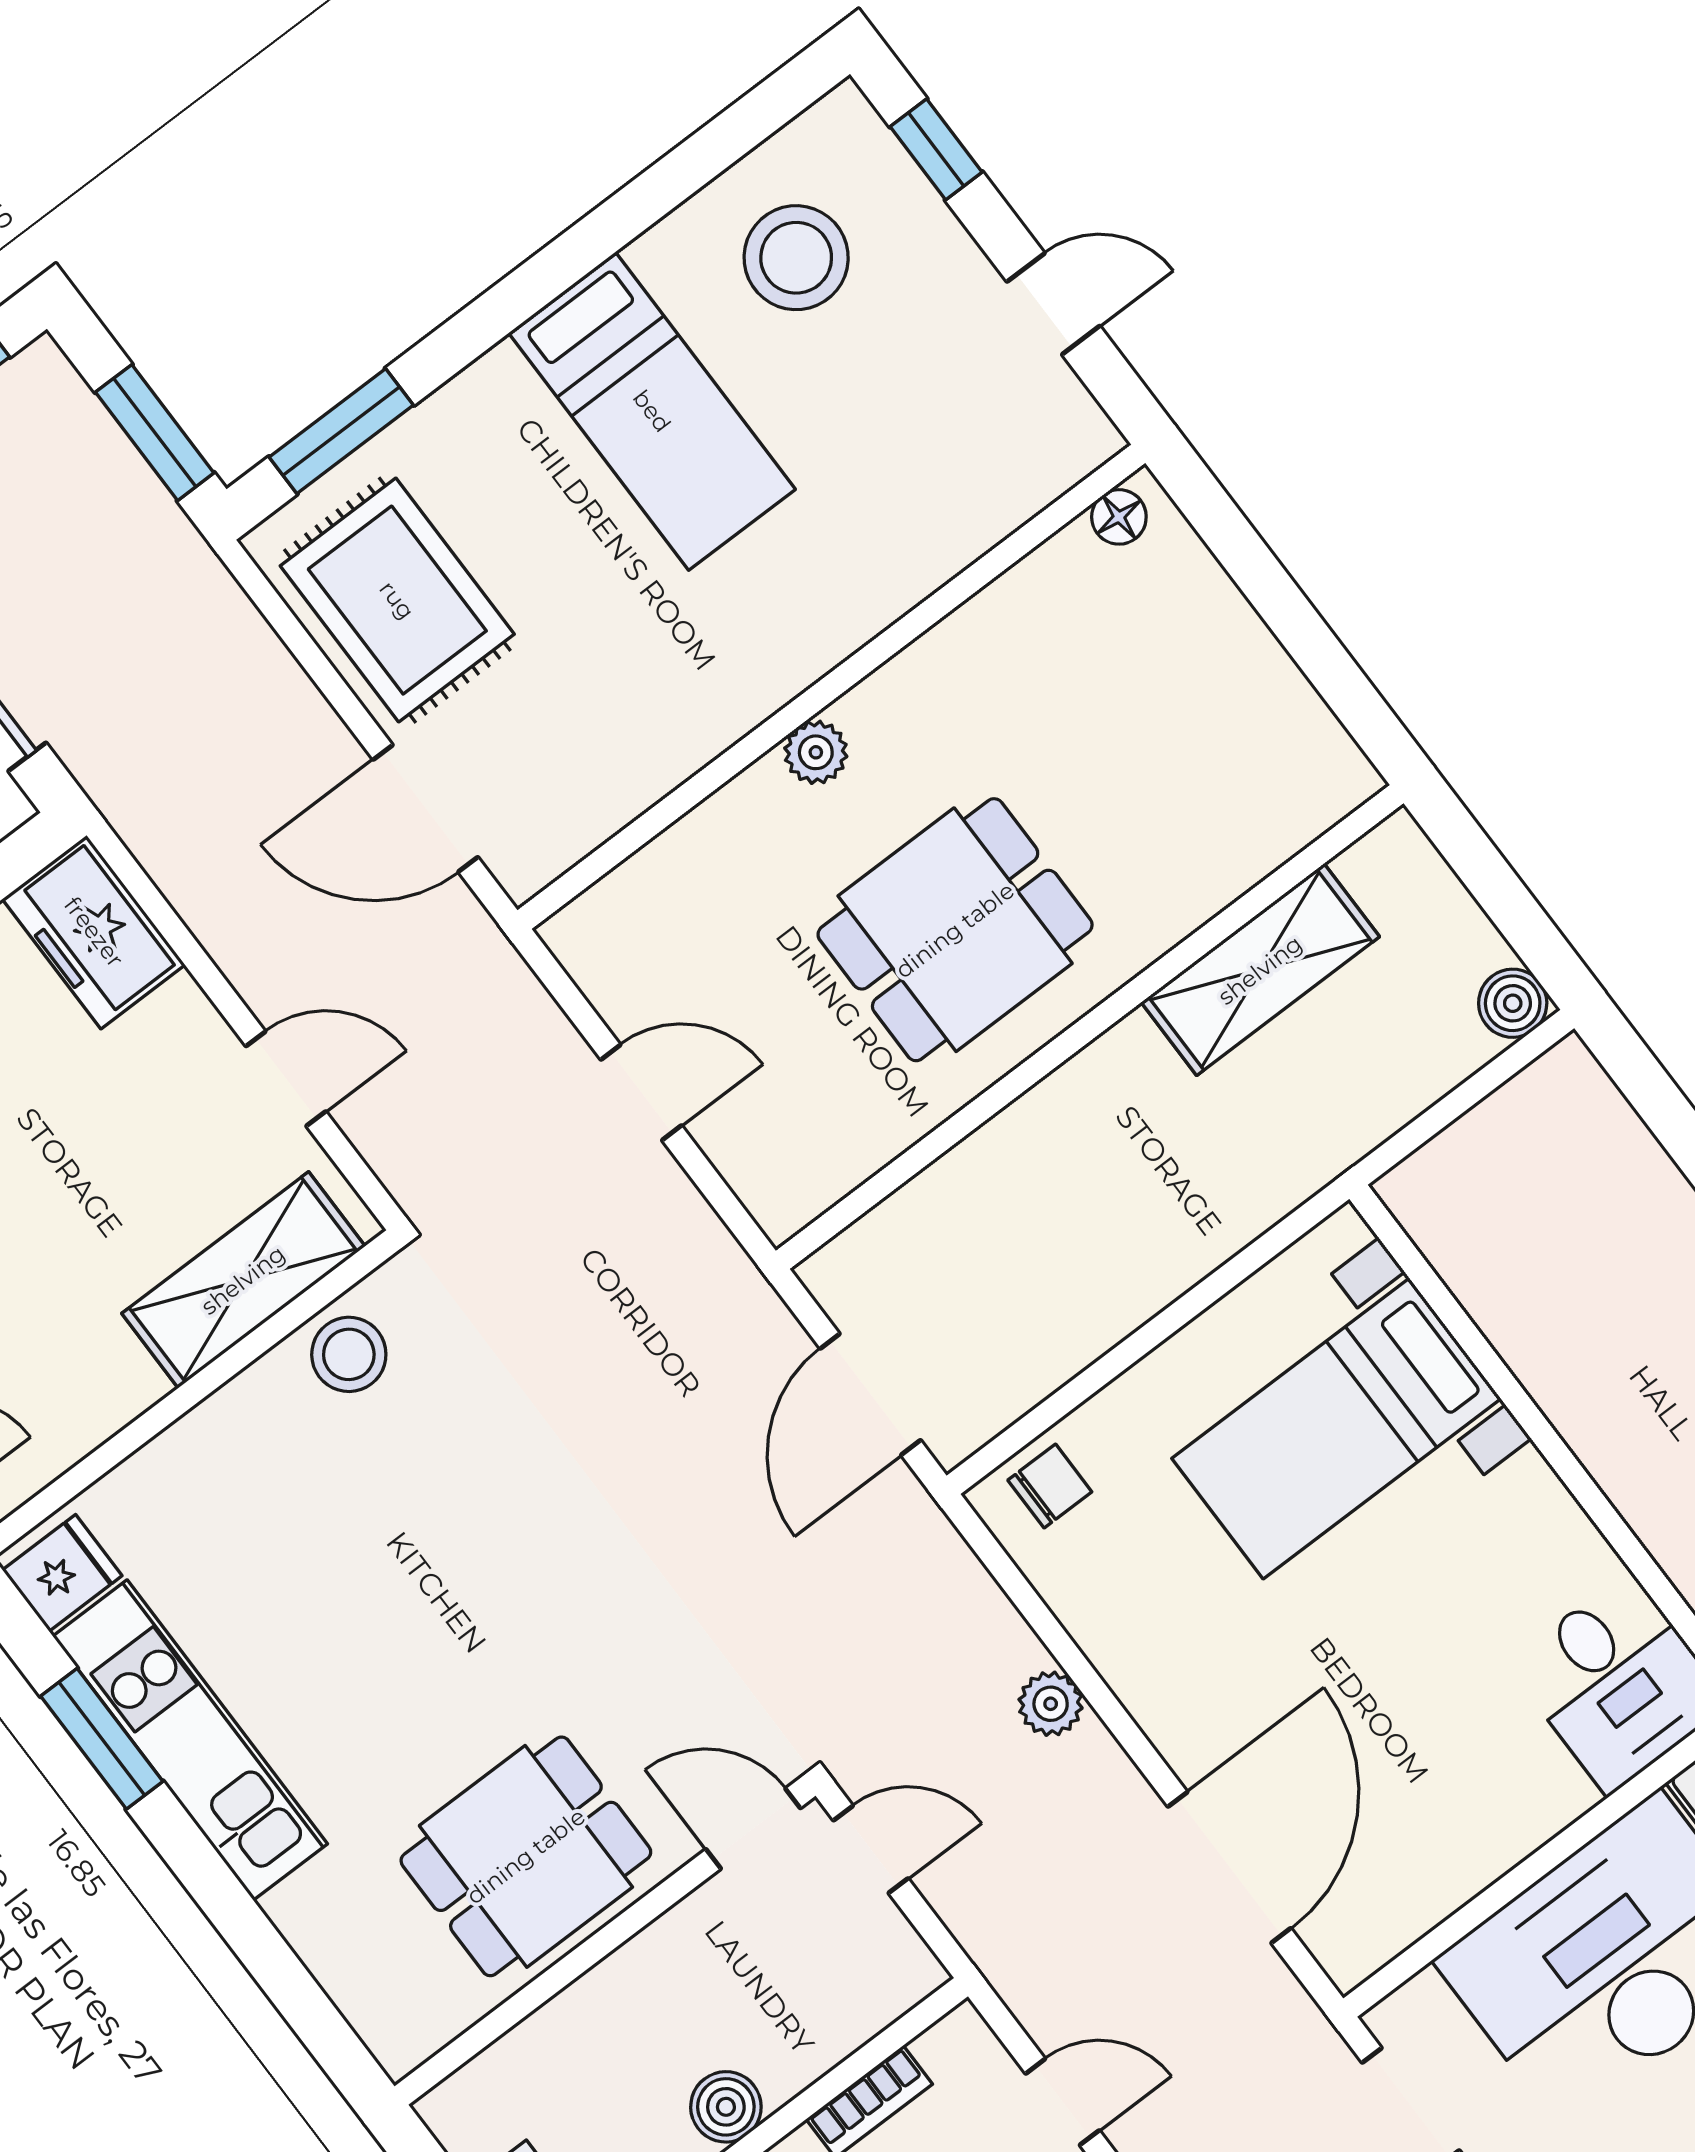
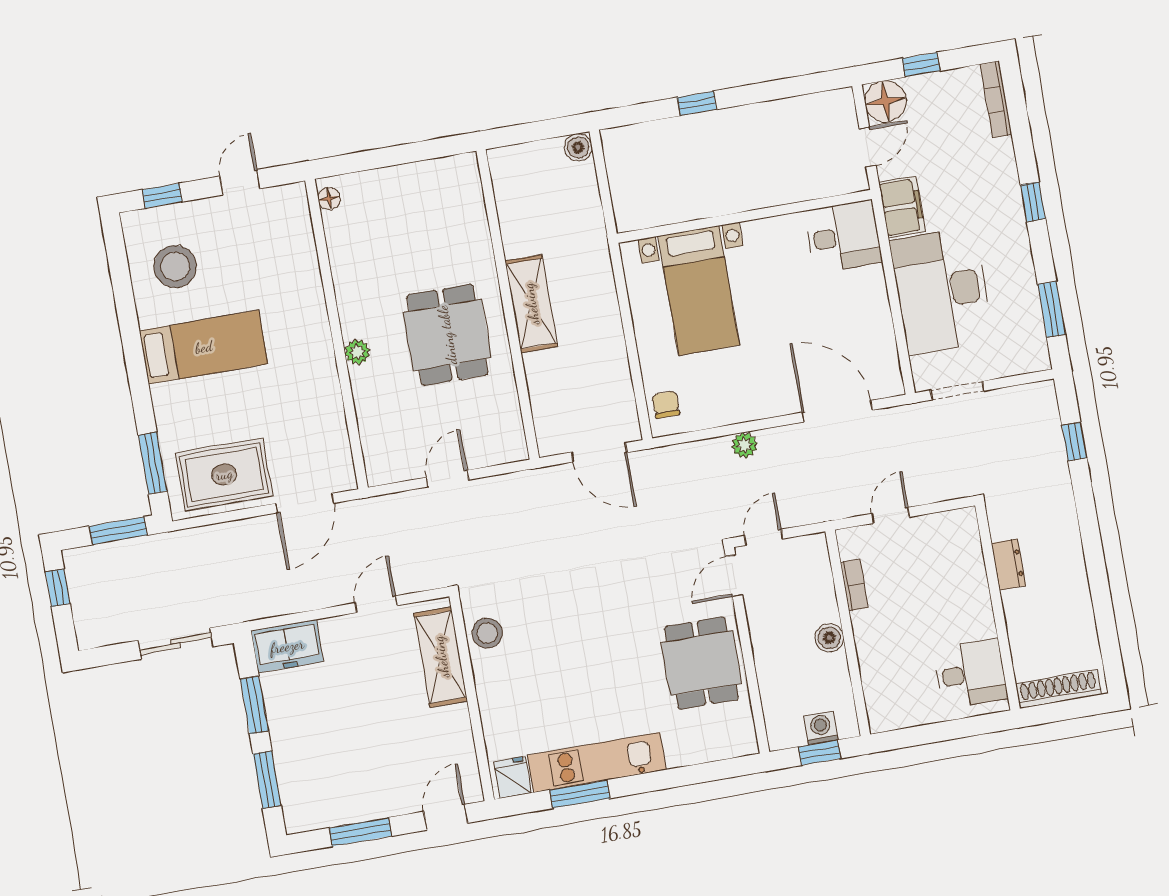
shelving: (1260, 970) -> (531, 304), moved

